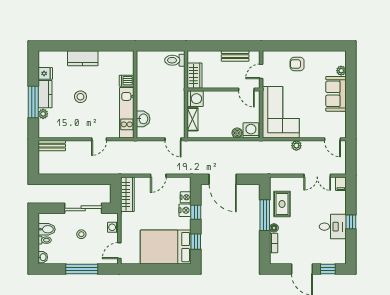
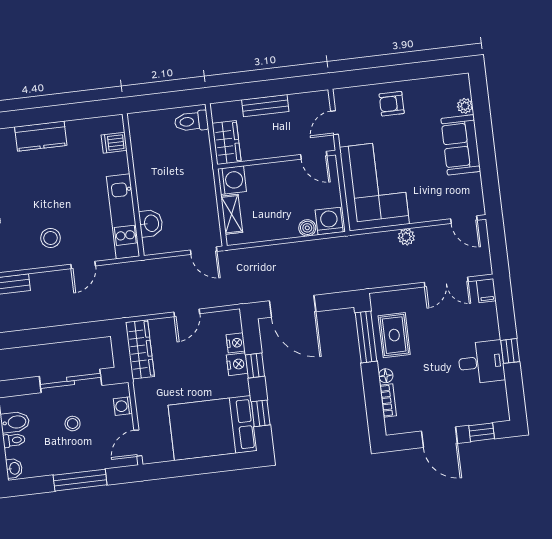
bench: (235, 56) -> (265, 106), moved
dishwasher: (127, 81) -> (114, 143), moved
stool: (80, 97) -> (51, 238), moved
window: (265, 215) -> (366, 337), moved

